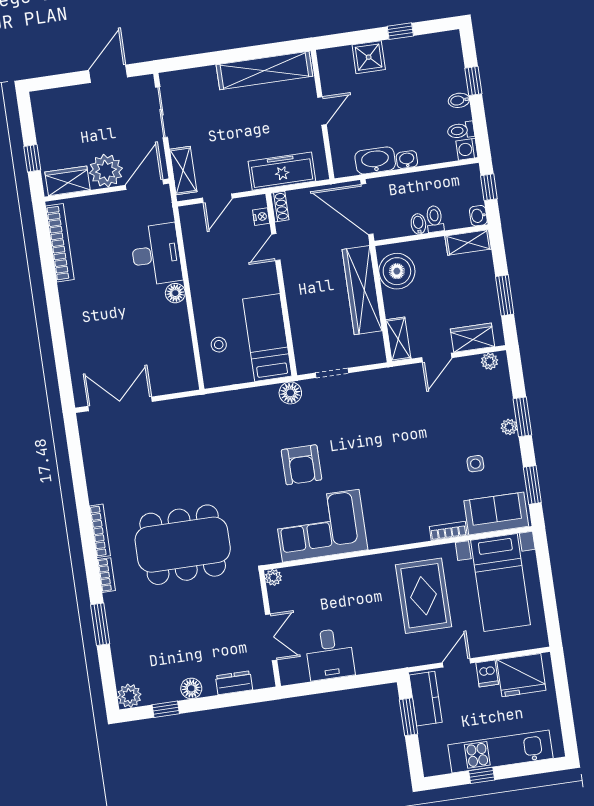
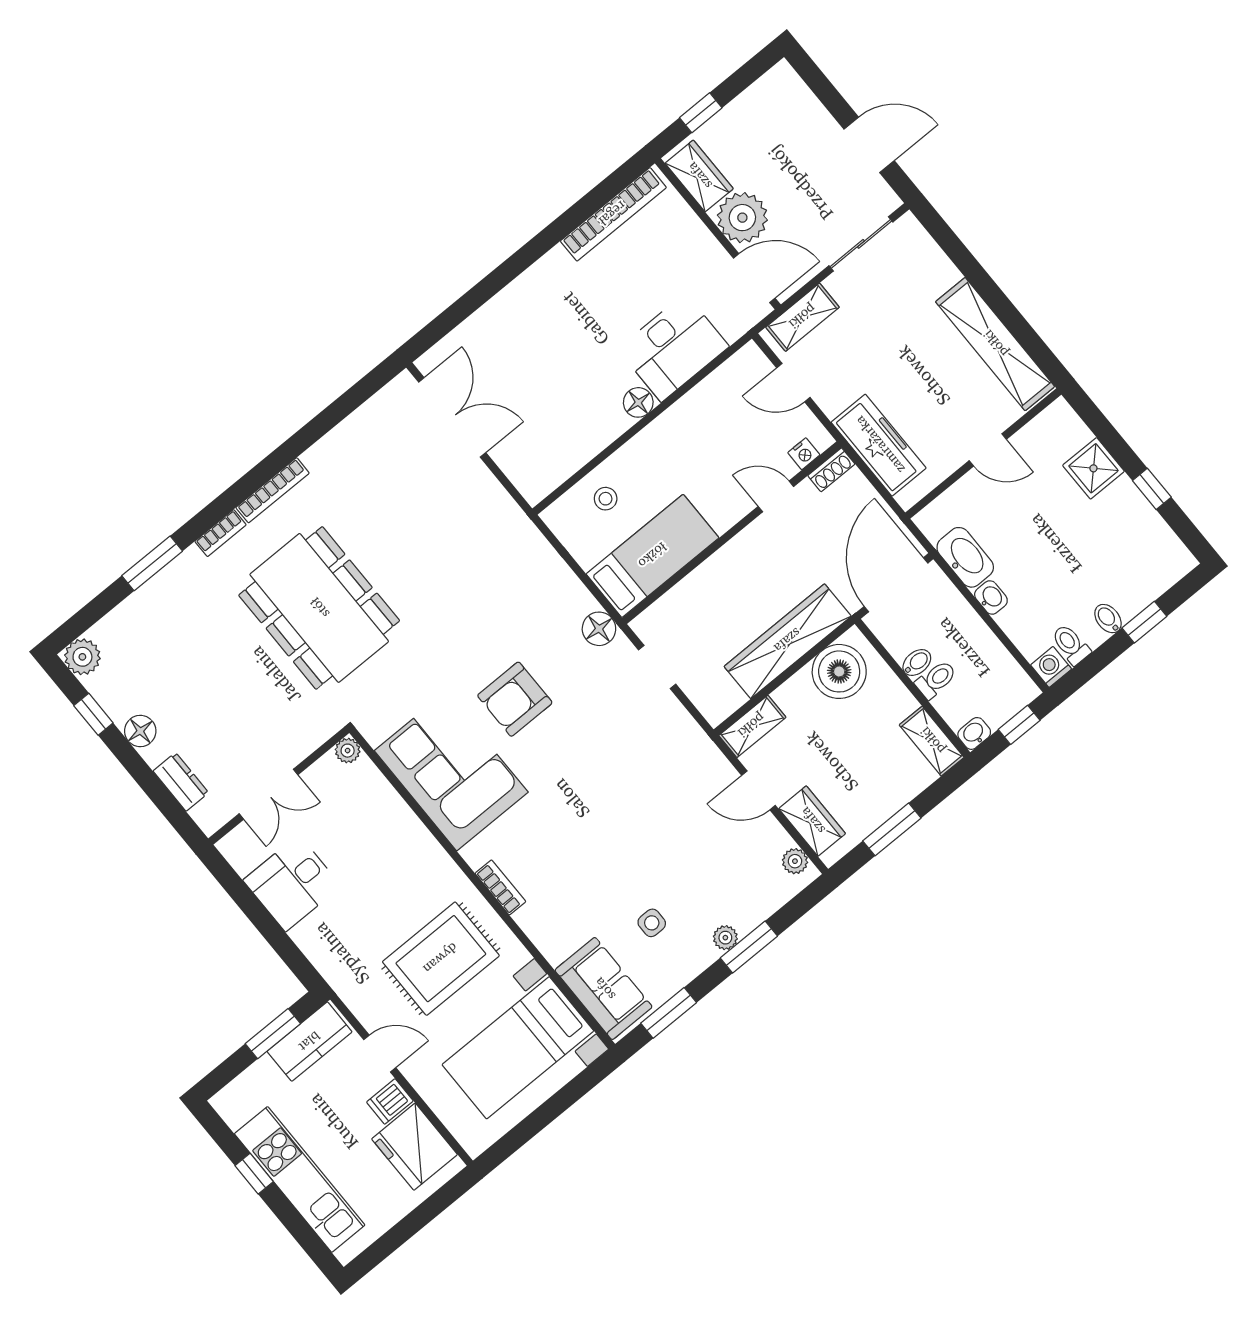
bookcase: (448, 531) -> (500, 887), moved

